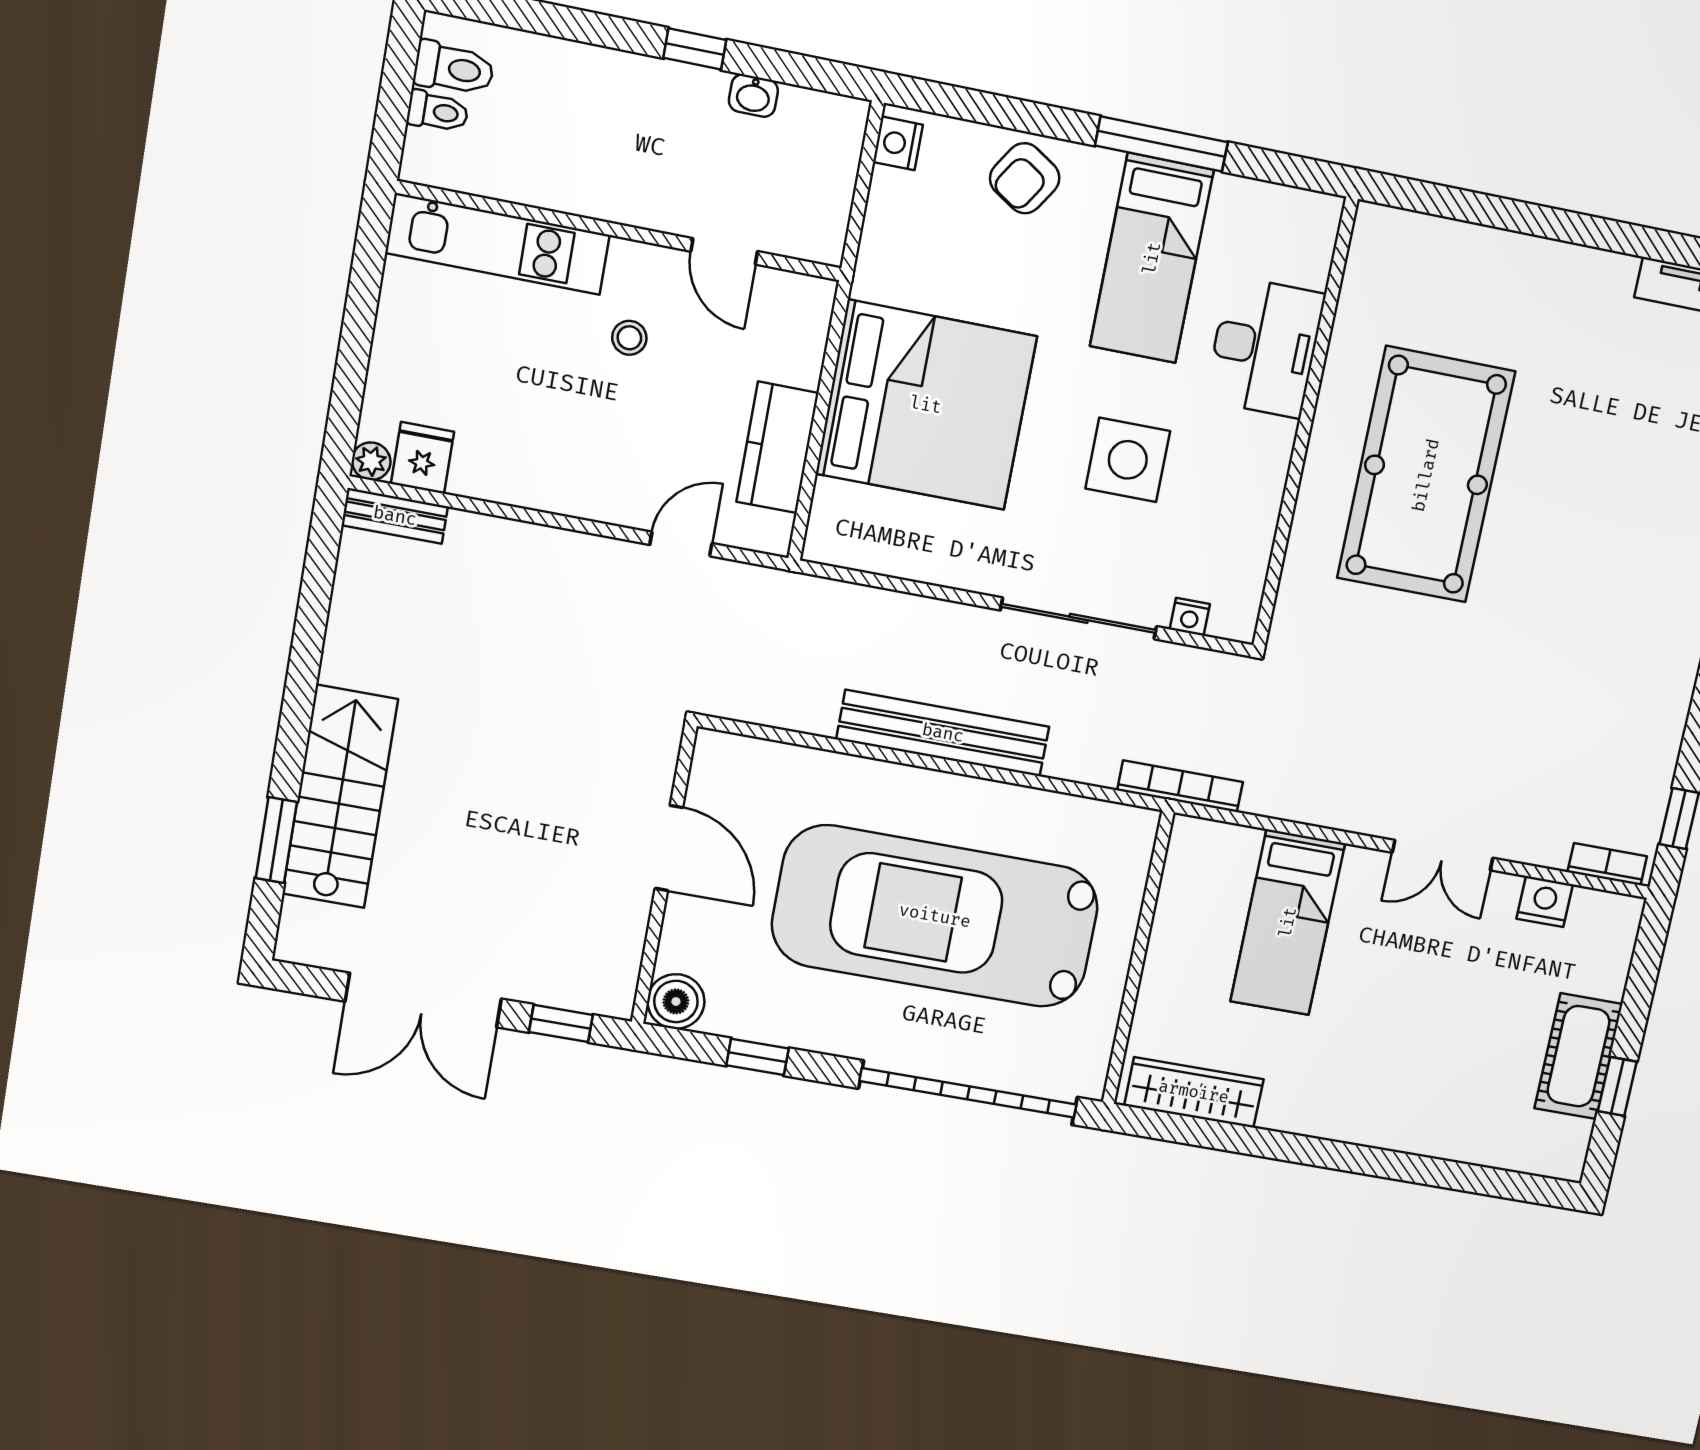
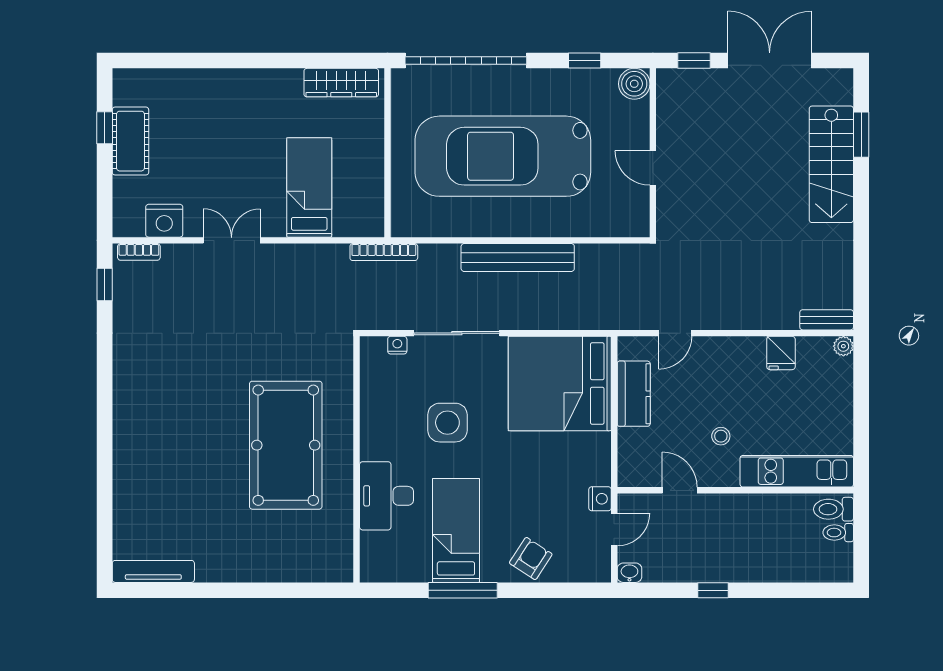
toilet: (454, 68) -> (834, 509), moved
washbasin: (753, 96) -> (629, 573), moved
nightstand: (898, 143) -> (600, 499), moved
door: (860, 202) -> (614, 529), added
bed: (926, 405) -> (560, 384), moved
fridge: (422, 458) -> (781, 353), moved
door: (669, 848) -> (653, 168), width x0.73
nightstand: (1545, 902) -> (164, 221), width x1.36, depth x1.33
car: (935, 916) -> (503, 156), turned 180

